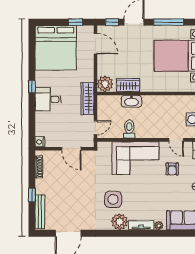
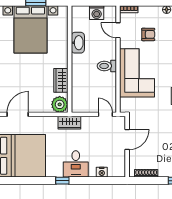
wardrobe: (88, 99) -> (69, 123), width x0.67
washbasin: (131, 101) -> (78, 43), moved
toilet: (129, 129) -> (107, 66), moved
door: (176, 140) -> (118, 30), swing flipped
nightstand: (40, 142) -> (102, 172), moved

